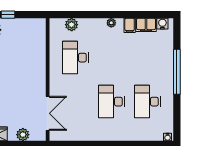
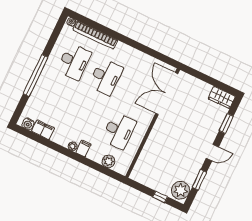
filing cabinet: (130, 25) -> (83, 148), moved
double door: (48, 113) -> (167, 93), width x1.36
plant: (23, 135) -> (198, 85), removed
bookcase: (140, 136) -> (95, 35), added

